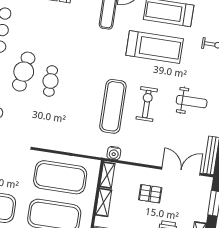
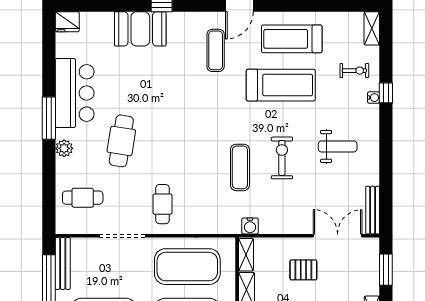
cafe table: (51, 81) -> (163, 204), moved
exercise mat: (113, 106) -> (240, 167), width x0.73, depth x0.69

